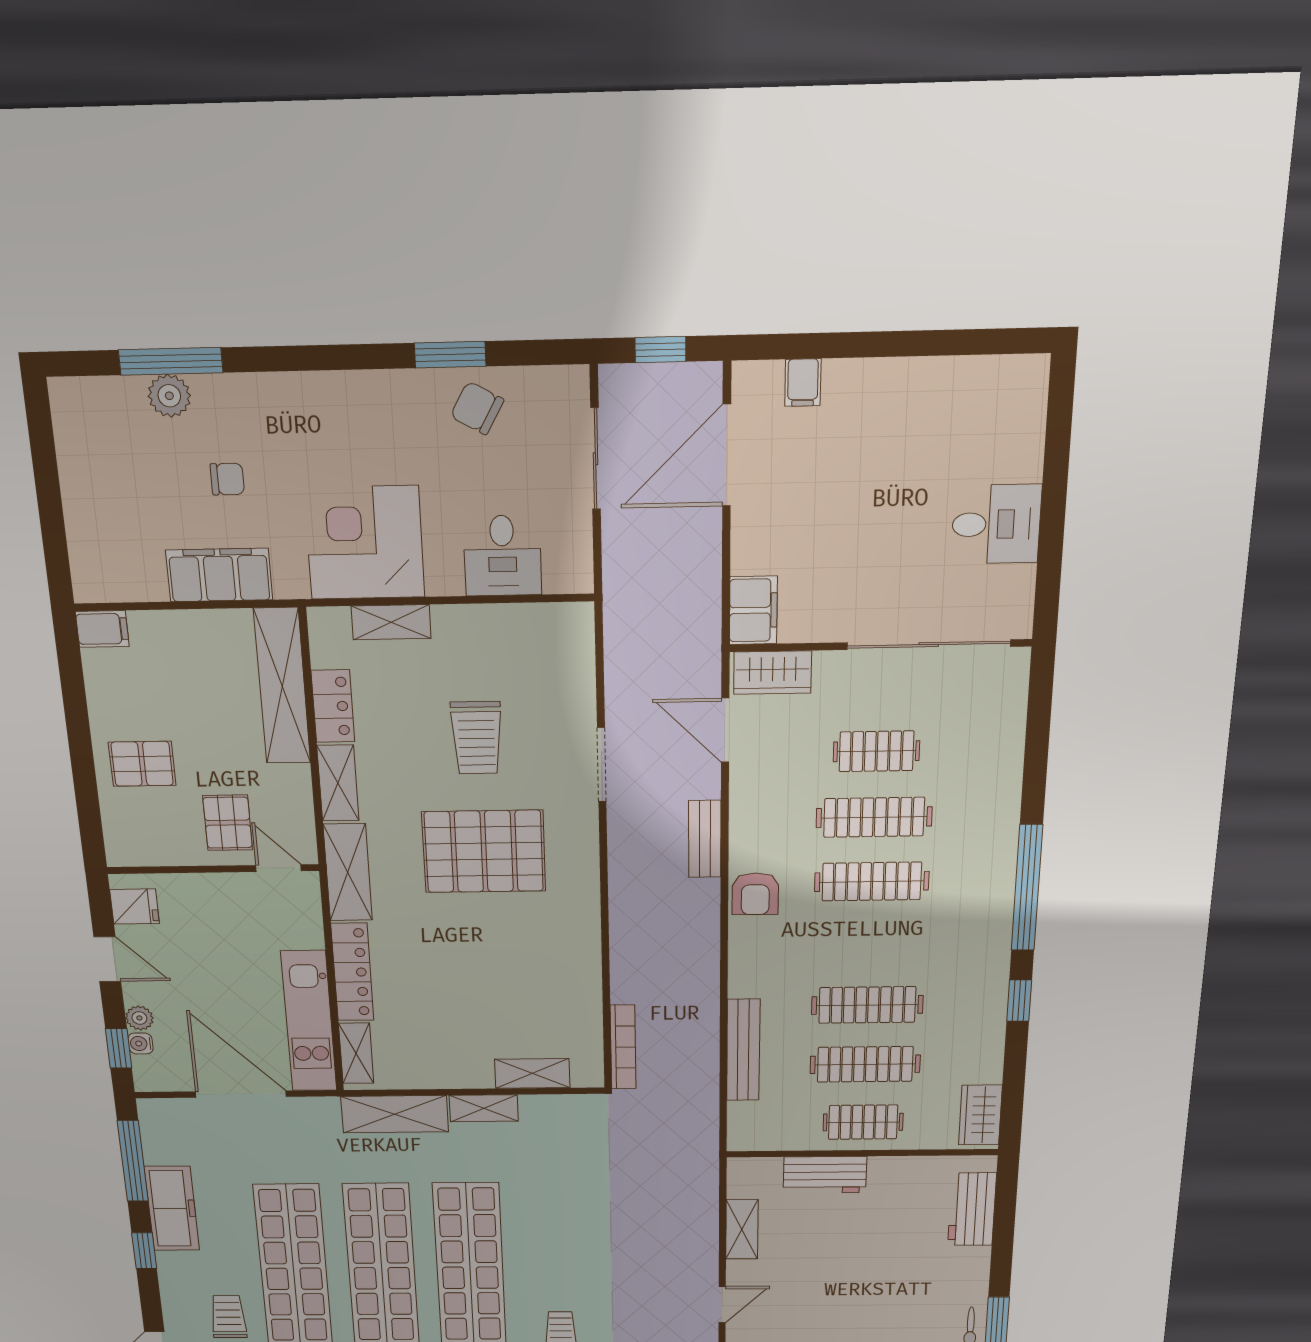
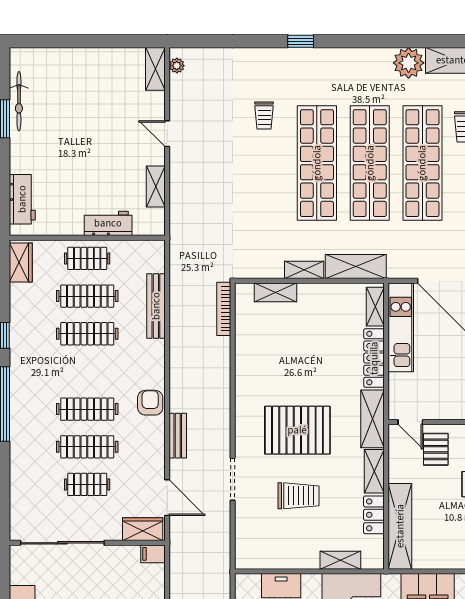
filing cabinet: (753, 610) -> (153, 554), width x0.50
trolley: (477, 738) -> (299, 496), turned 90
door: (722, 1305) -> (167, 134), hinge flipped

